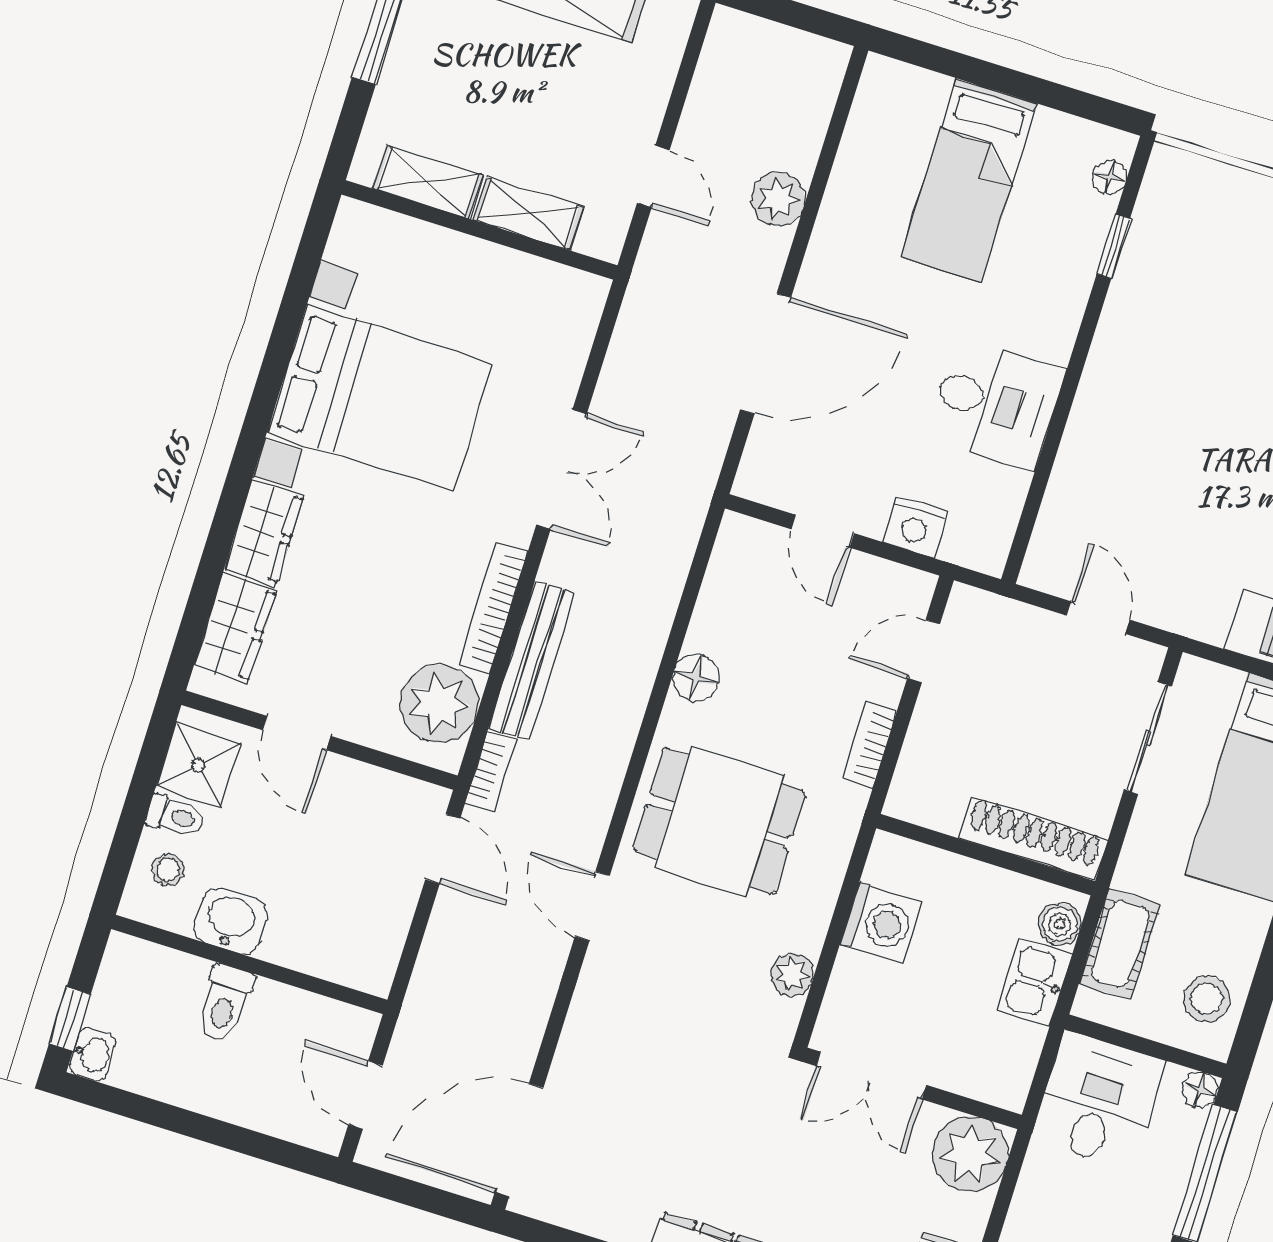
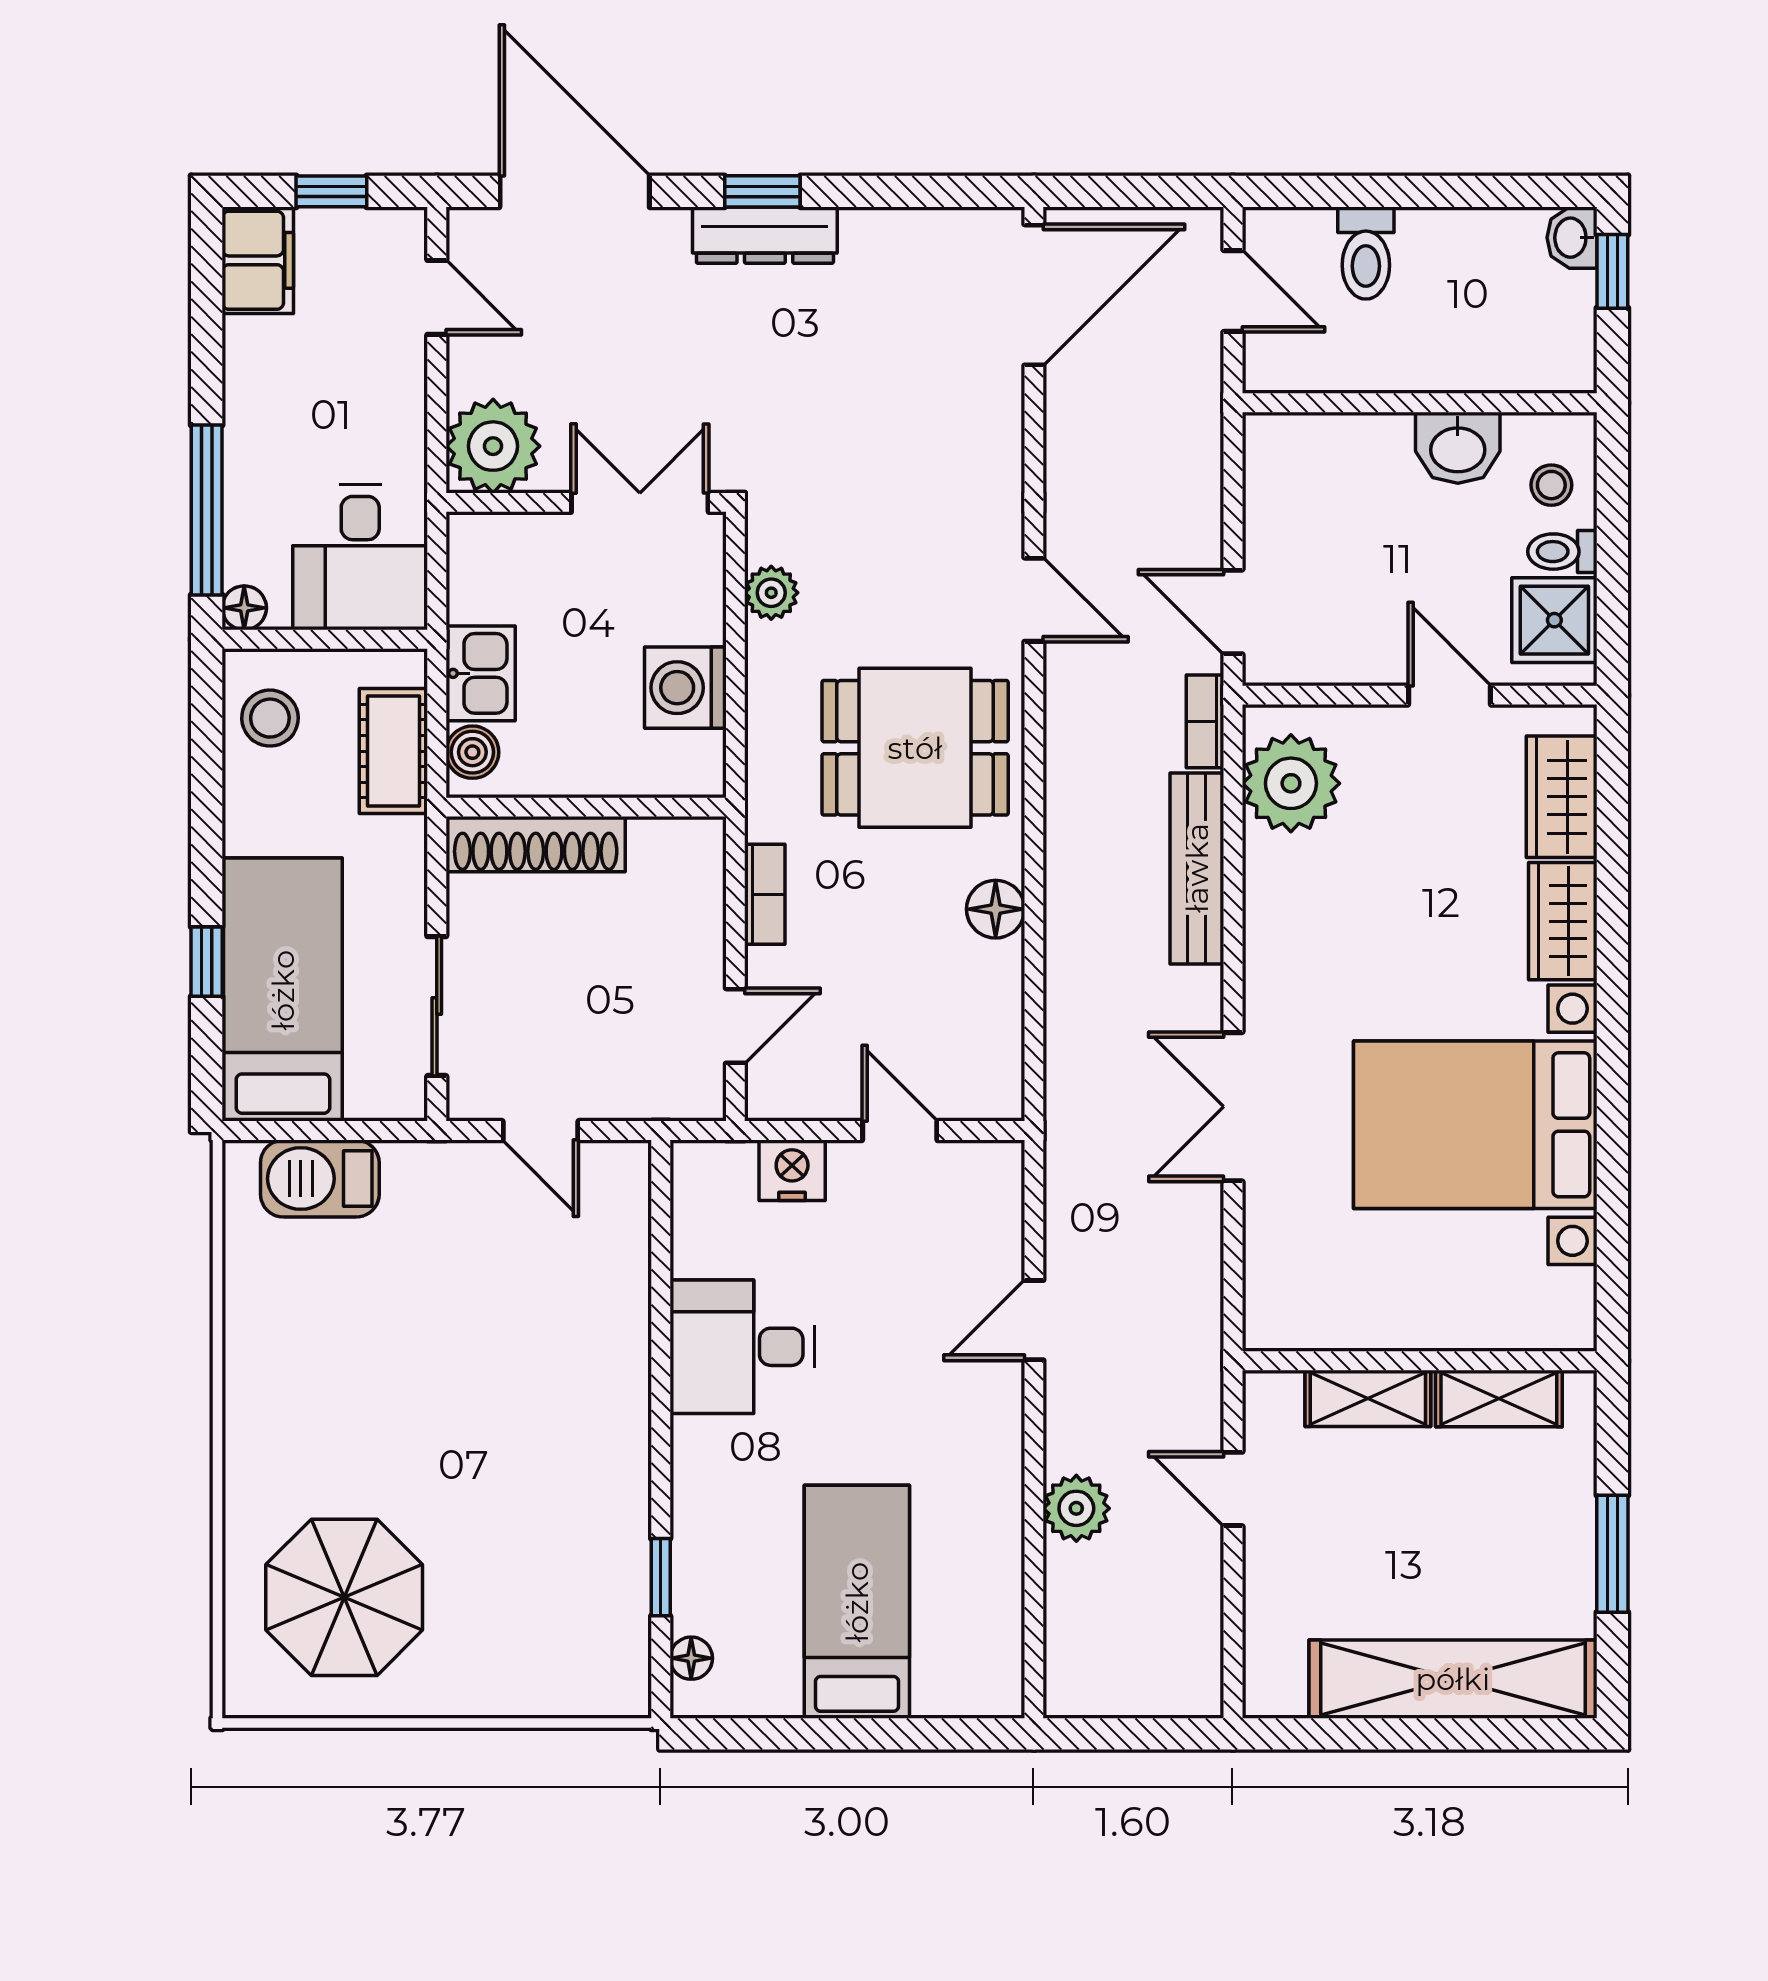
door: (765, 354) -> (1034, 1320), width x0.53
bookcase: (493, 608) -> (1263, 917), removed
toilet: (225, 1004) -> (1366, 253), moved, turned 180

